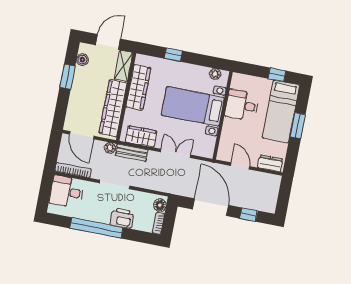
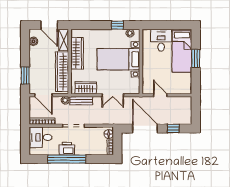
door: (108, 42) -> (49, 25), swing flipped
window: (173, 55) -> (117, 25), moved
window: (277, 75) -> (174, 25), removed
window: (67, 77) -> (25, 76), moved
desk: (242, 105) -> (161, 40), moved, turned 90
double door: (176, 153) -> (113, 95), swing flipped
dresser: (270, 163) -> (181, 89), removed
printer: (122, 218) -> (67, 149), moved

